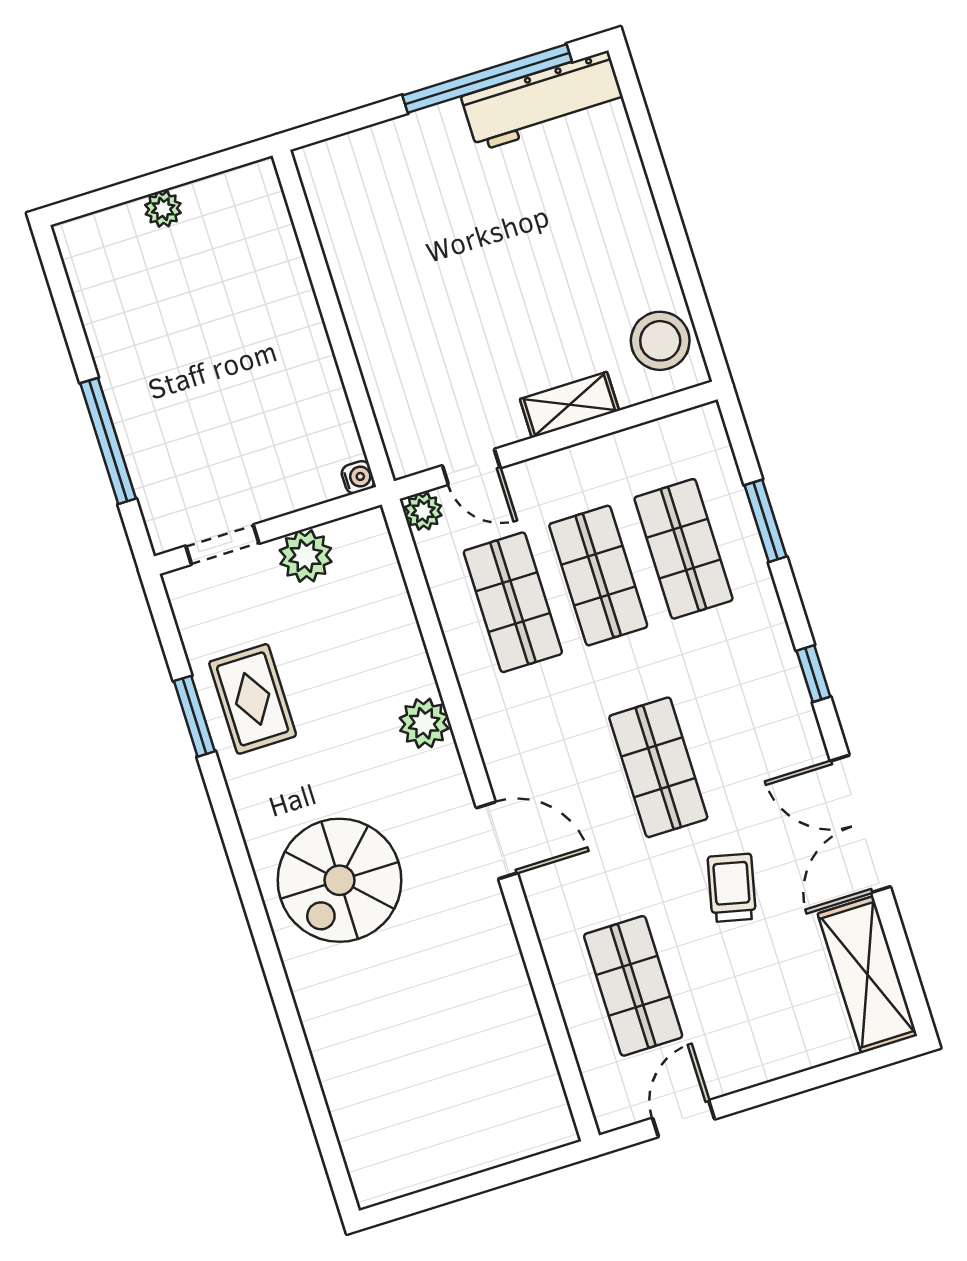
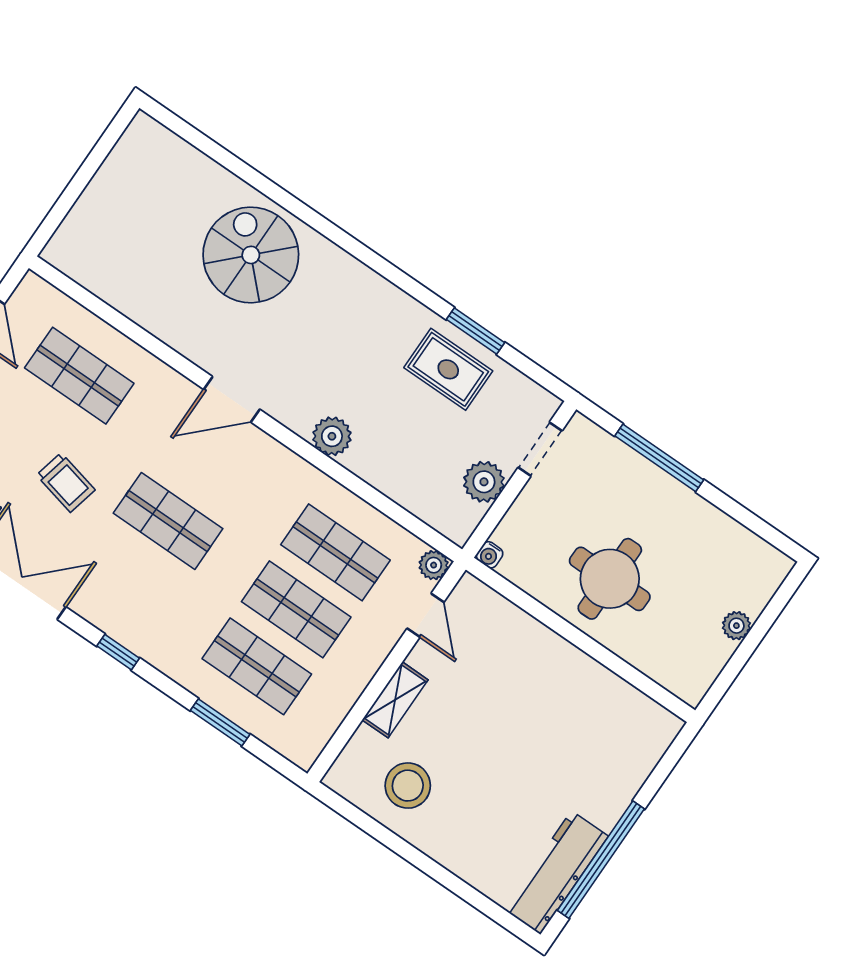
stool: (660, 341) -> (408, 786), moved
round table: (255, 357) -> (610, 579), added
door: (471, 467) -> (426, 615), swing flipped
spiral stairs: (340, 880) -> (251, 255), moved

